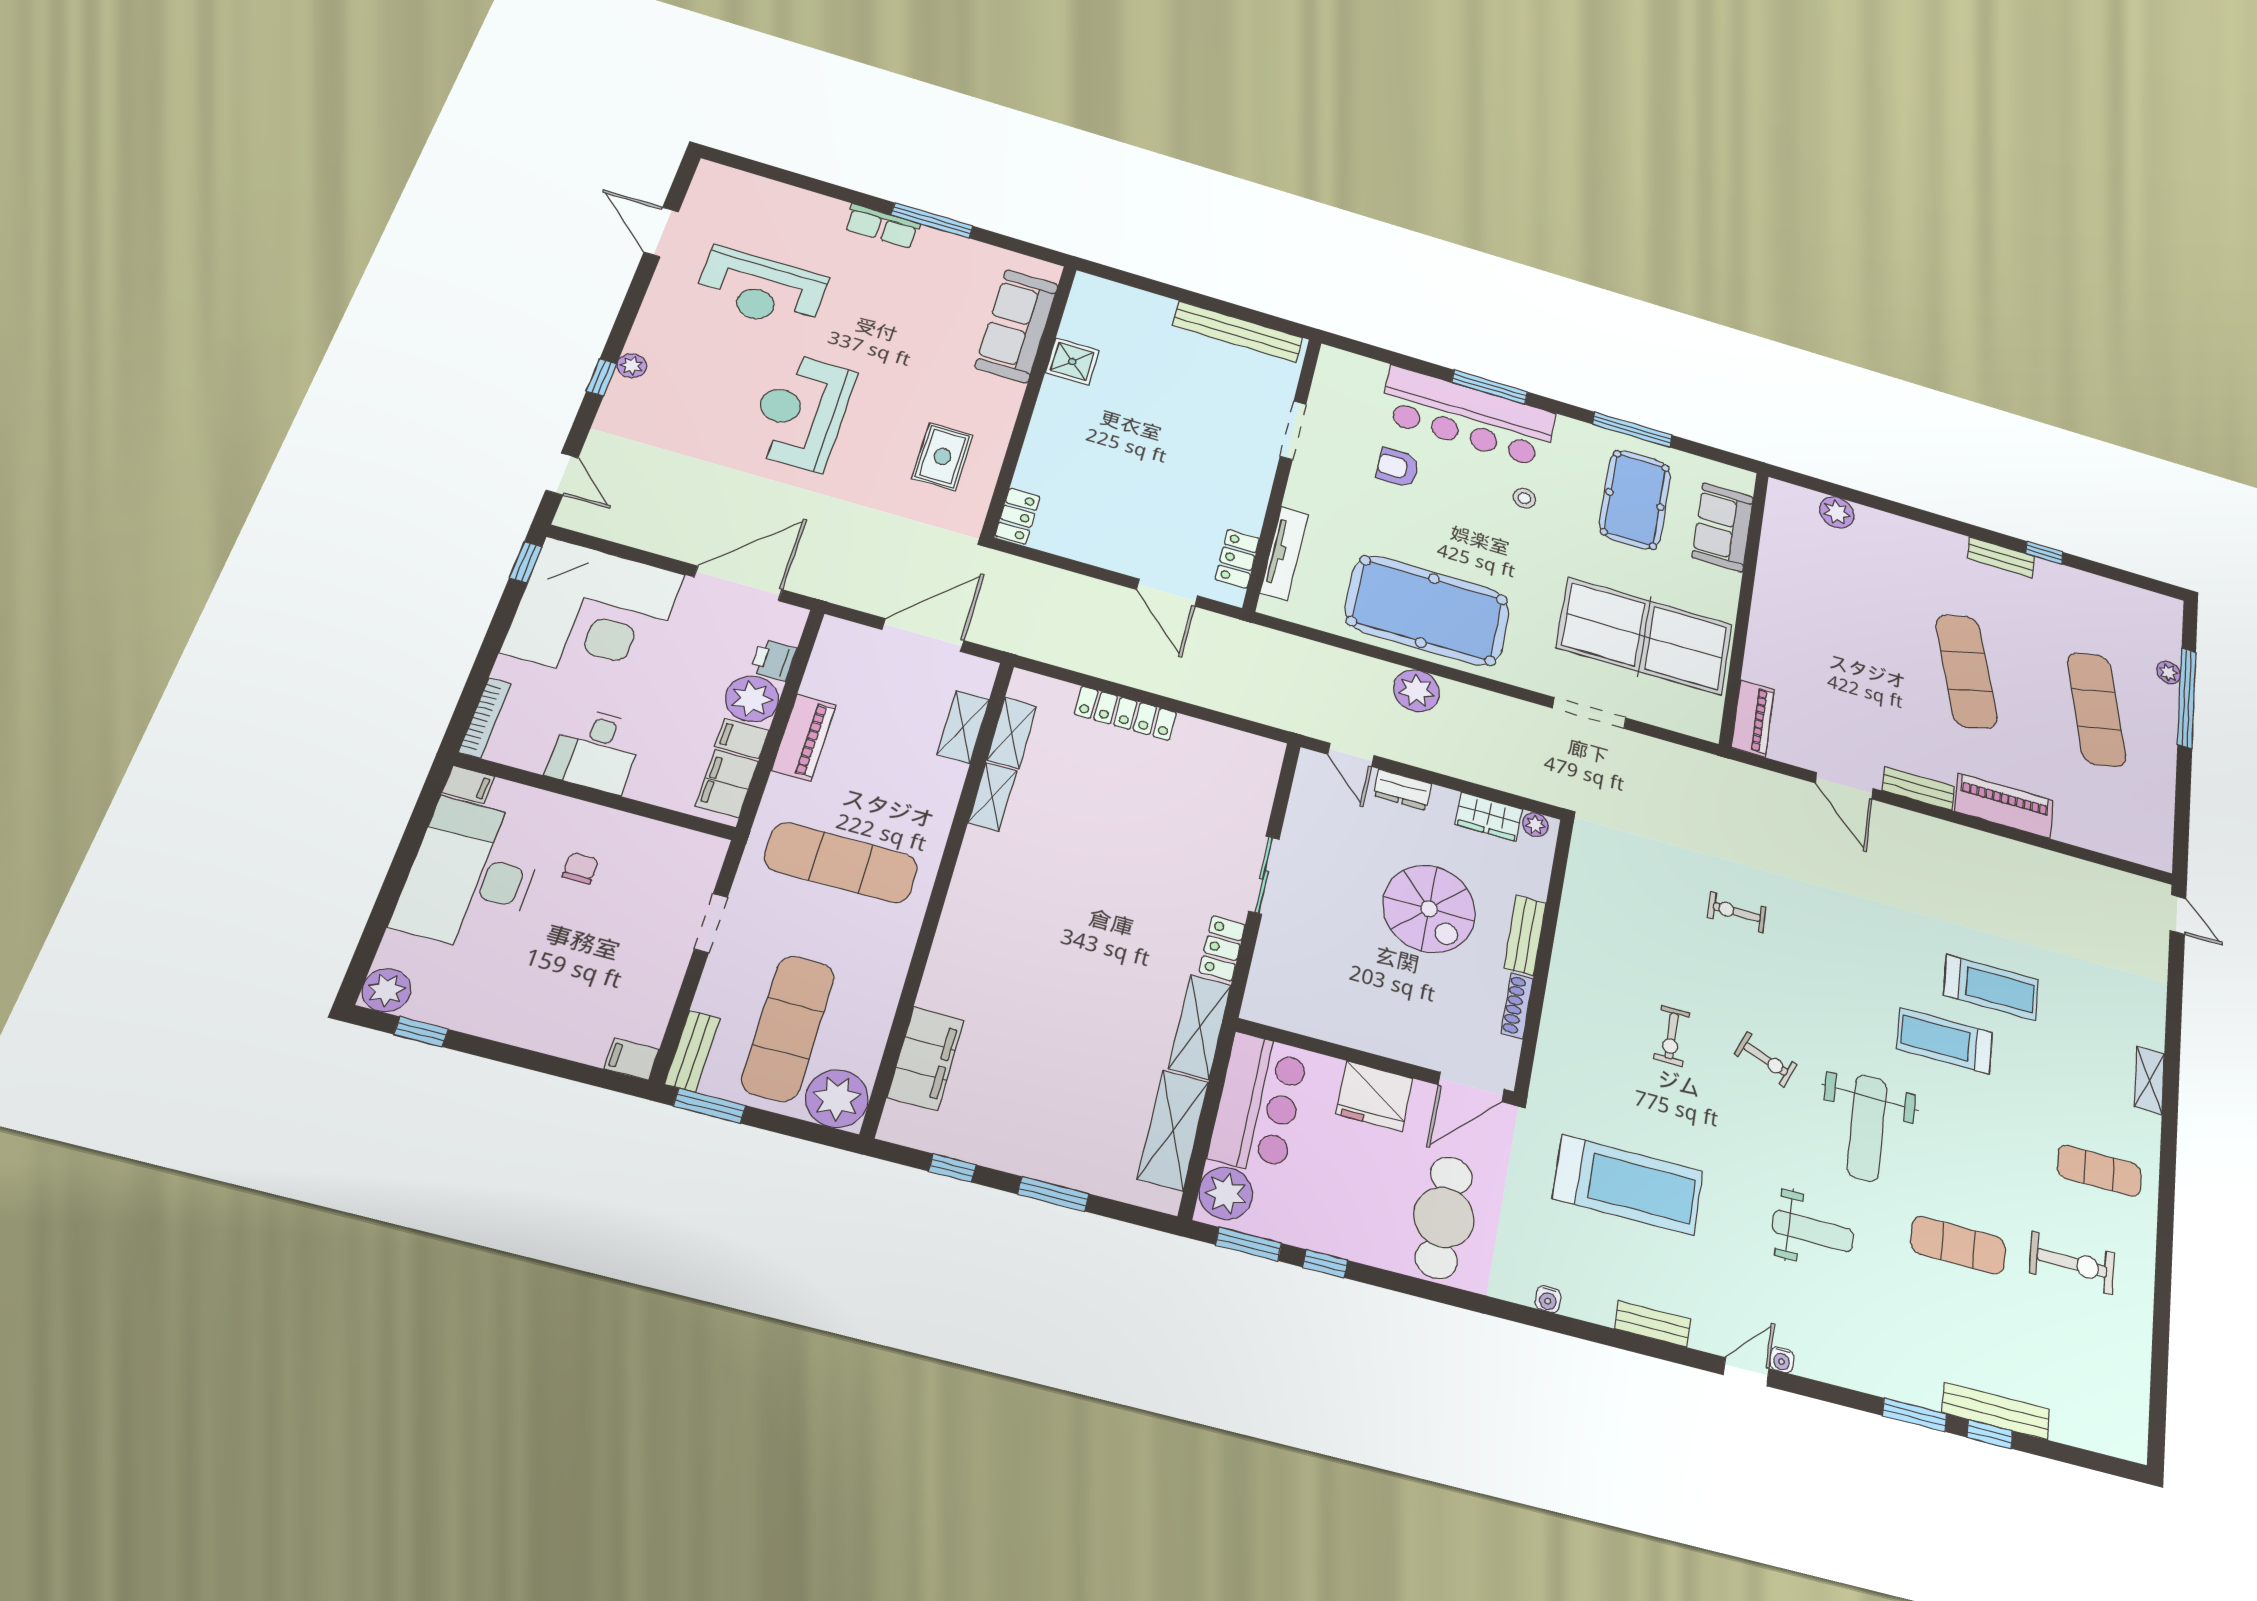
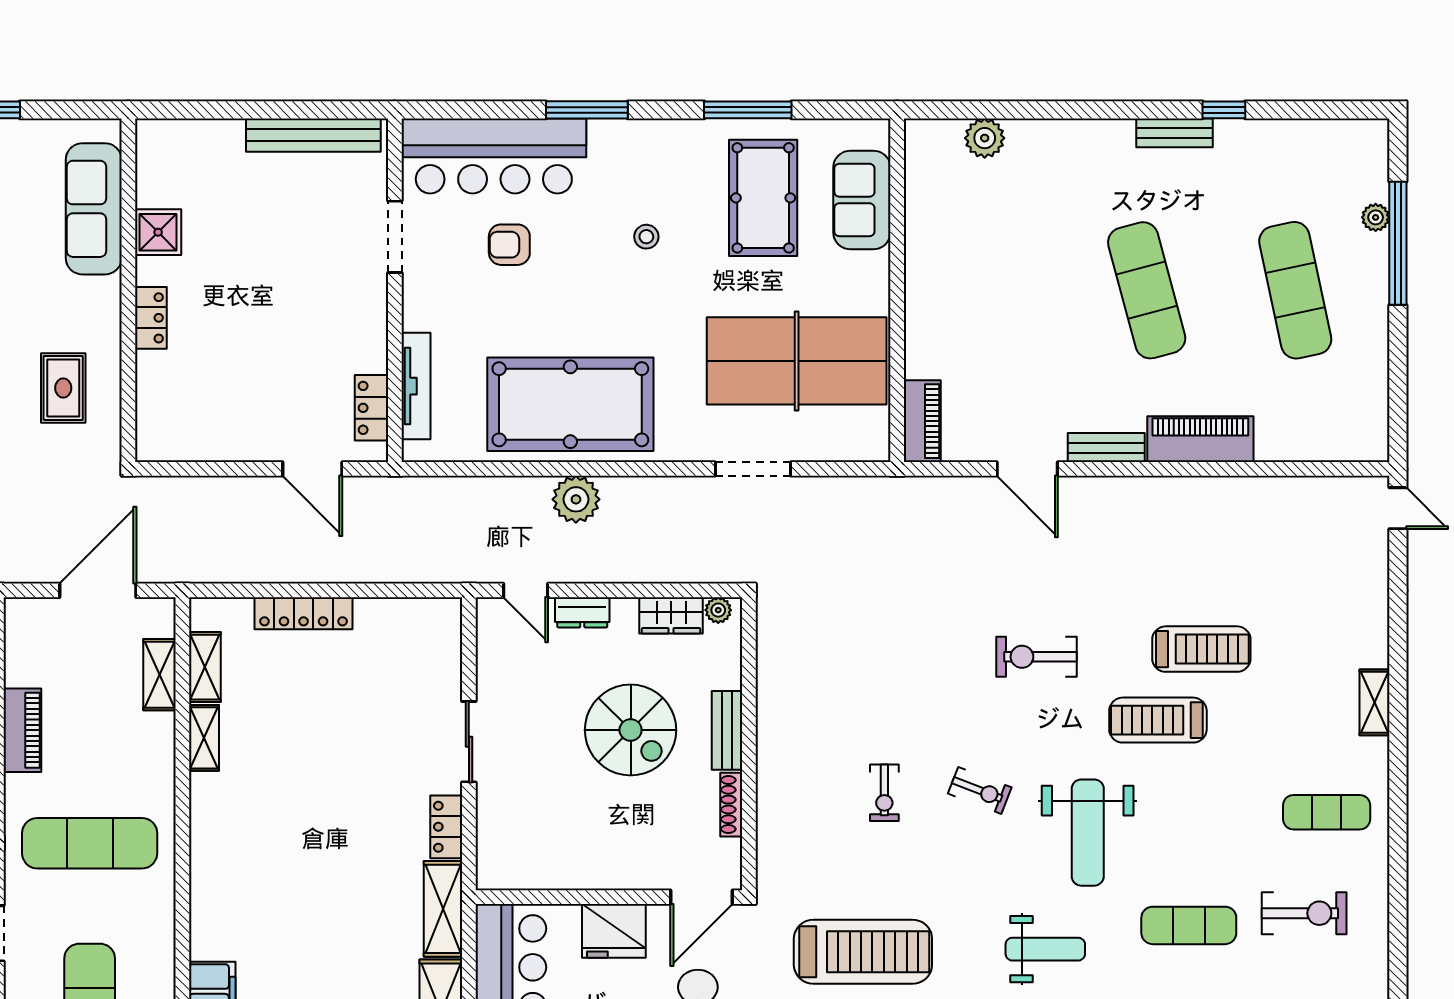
bar counter: (1468, 417) -> (494, 156), moved
locker: (1018, 516) -> (151, 318), moved
exercise bike: (1737, 912) -> (1036, 657), moved, width x1.38, depth x1.39

